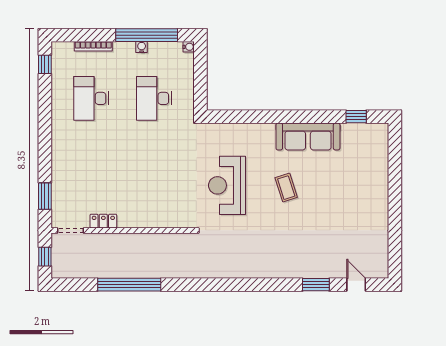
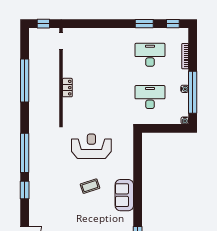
sofa: (308, 137) -> (124, 195), width x0.73
window: (45, 196) -> (144, 24), moved
locker: (103, 221) -> (67, 88), moved
window: (237, 285) -> (25, 153), added
window: (316, 285) -> (25, 190), moved

